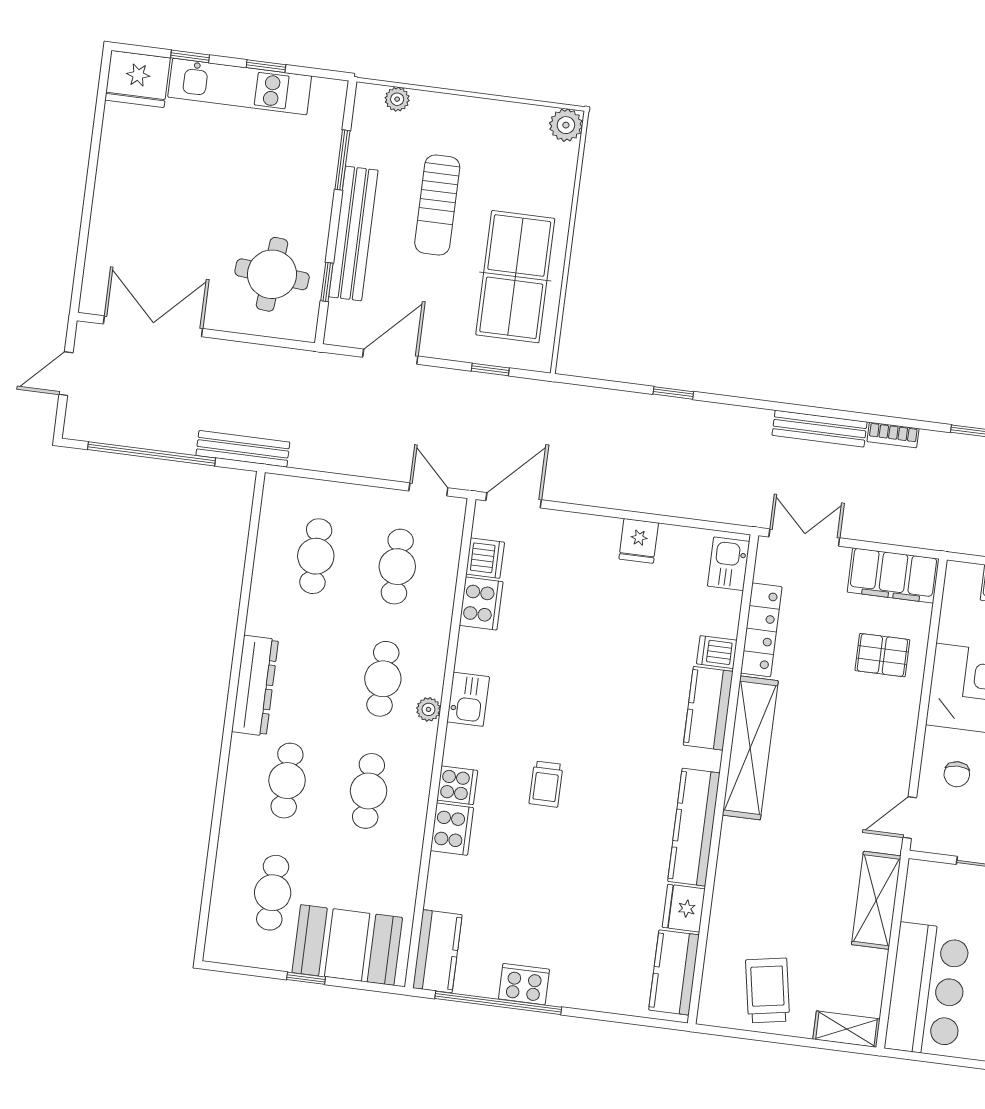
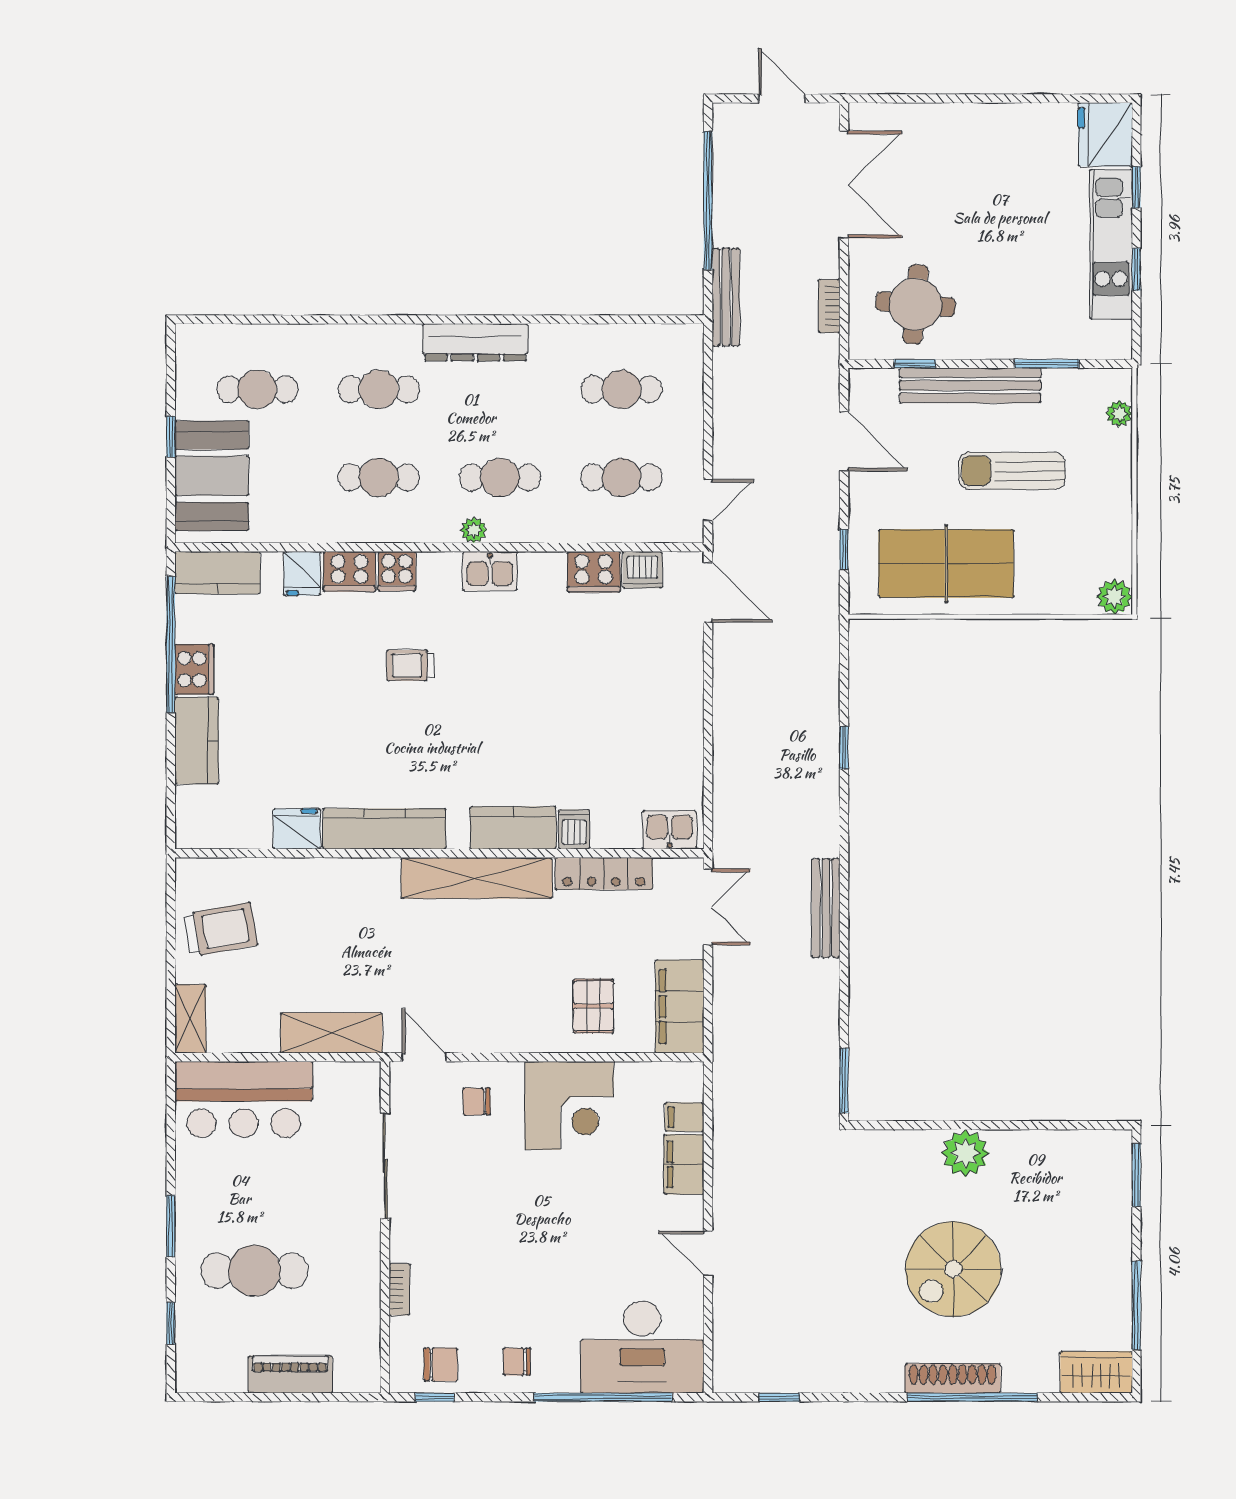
bookcase: (893, 435) -> (829, 306), moved
fridge: (639, 541) -> (302, 573), moved, turned -90
kitchen counter: (674, 972) -> (197, 741), moved, turned 90

